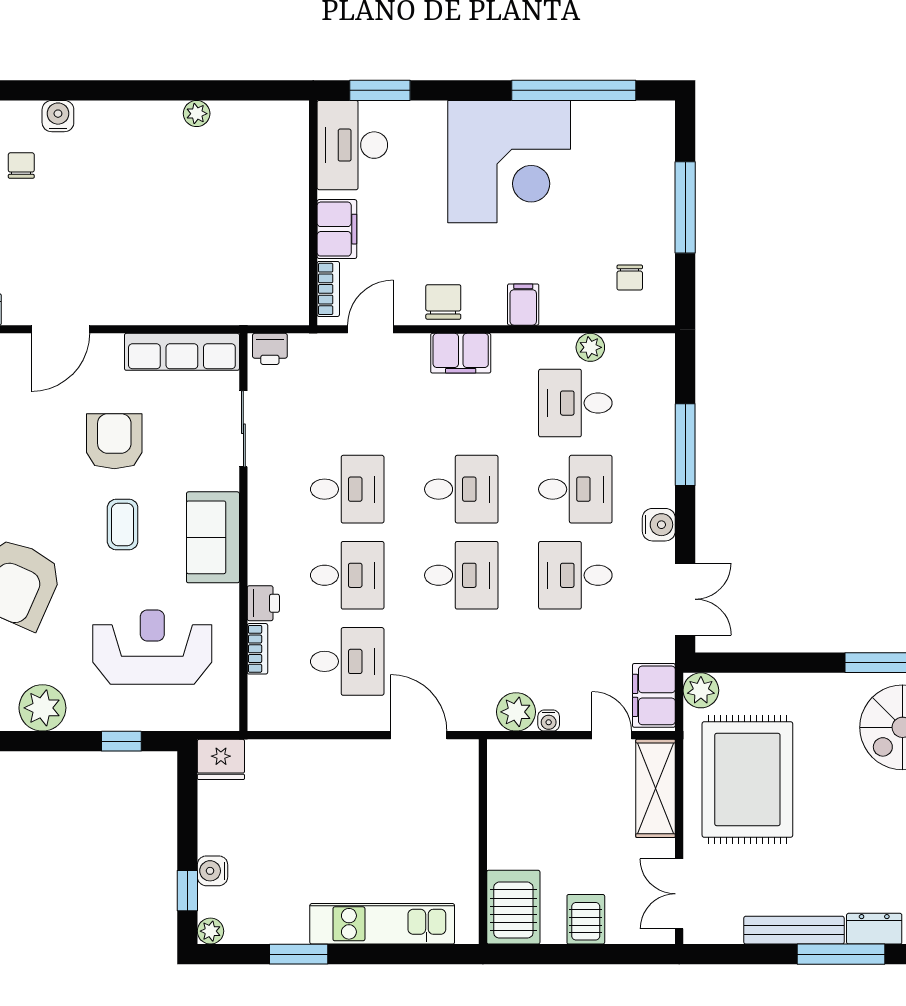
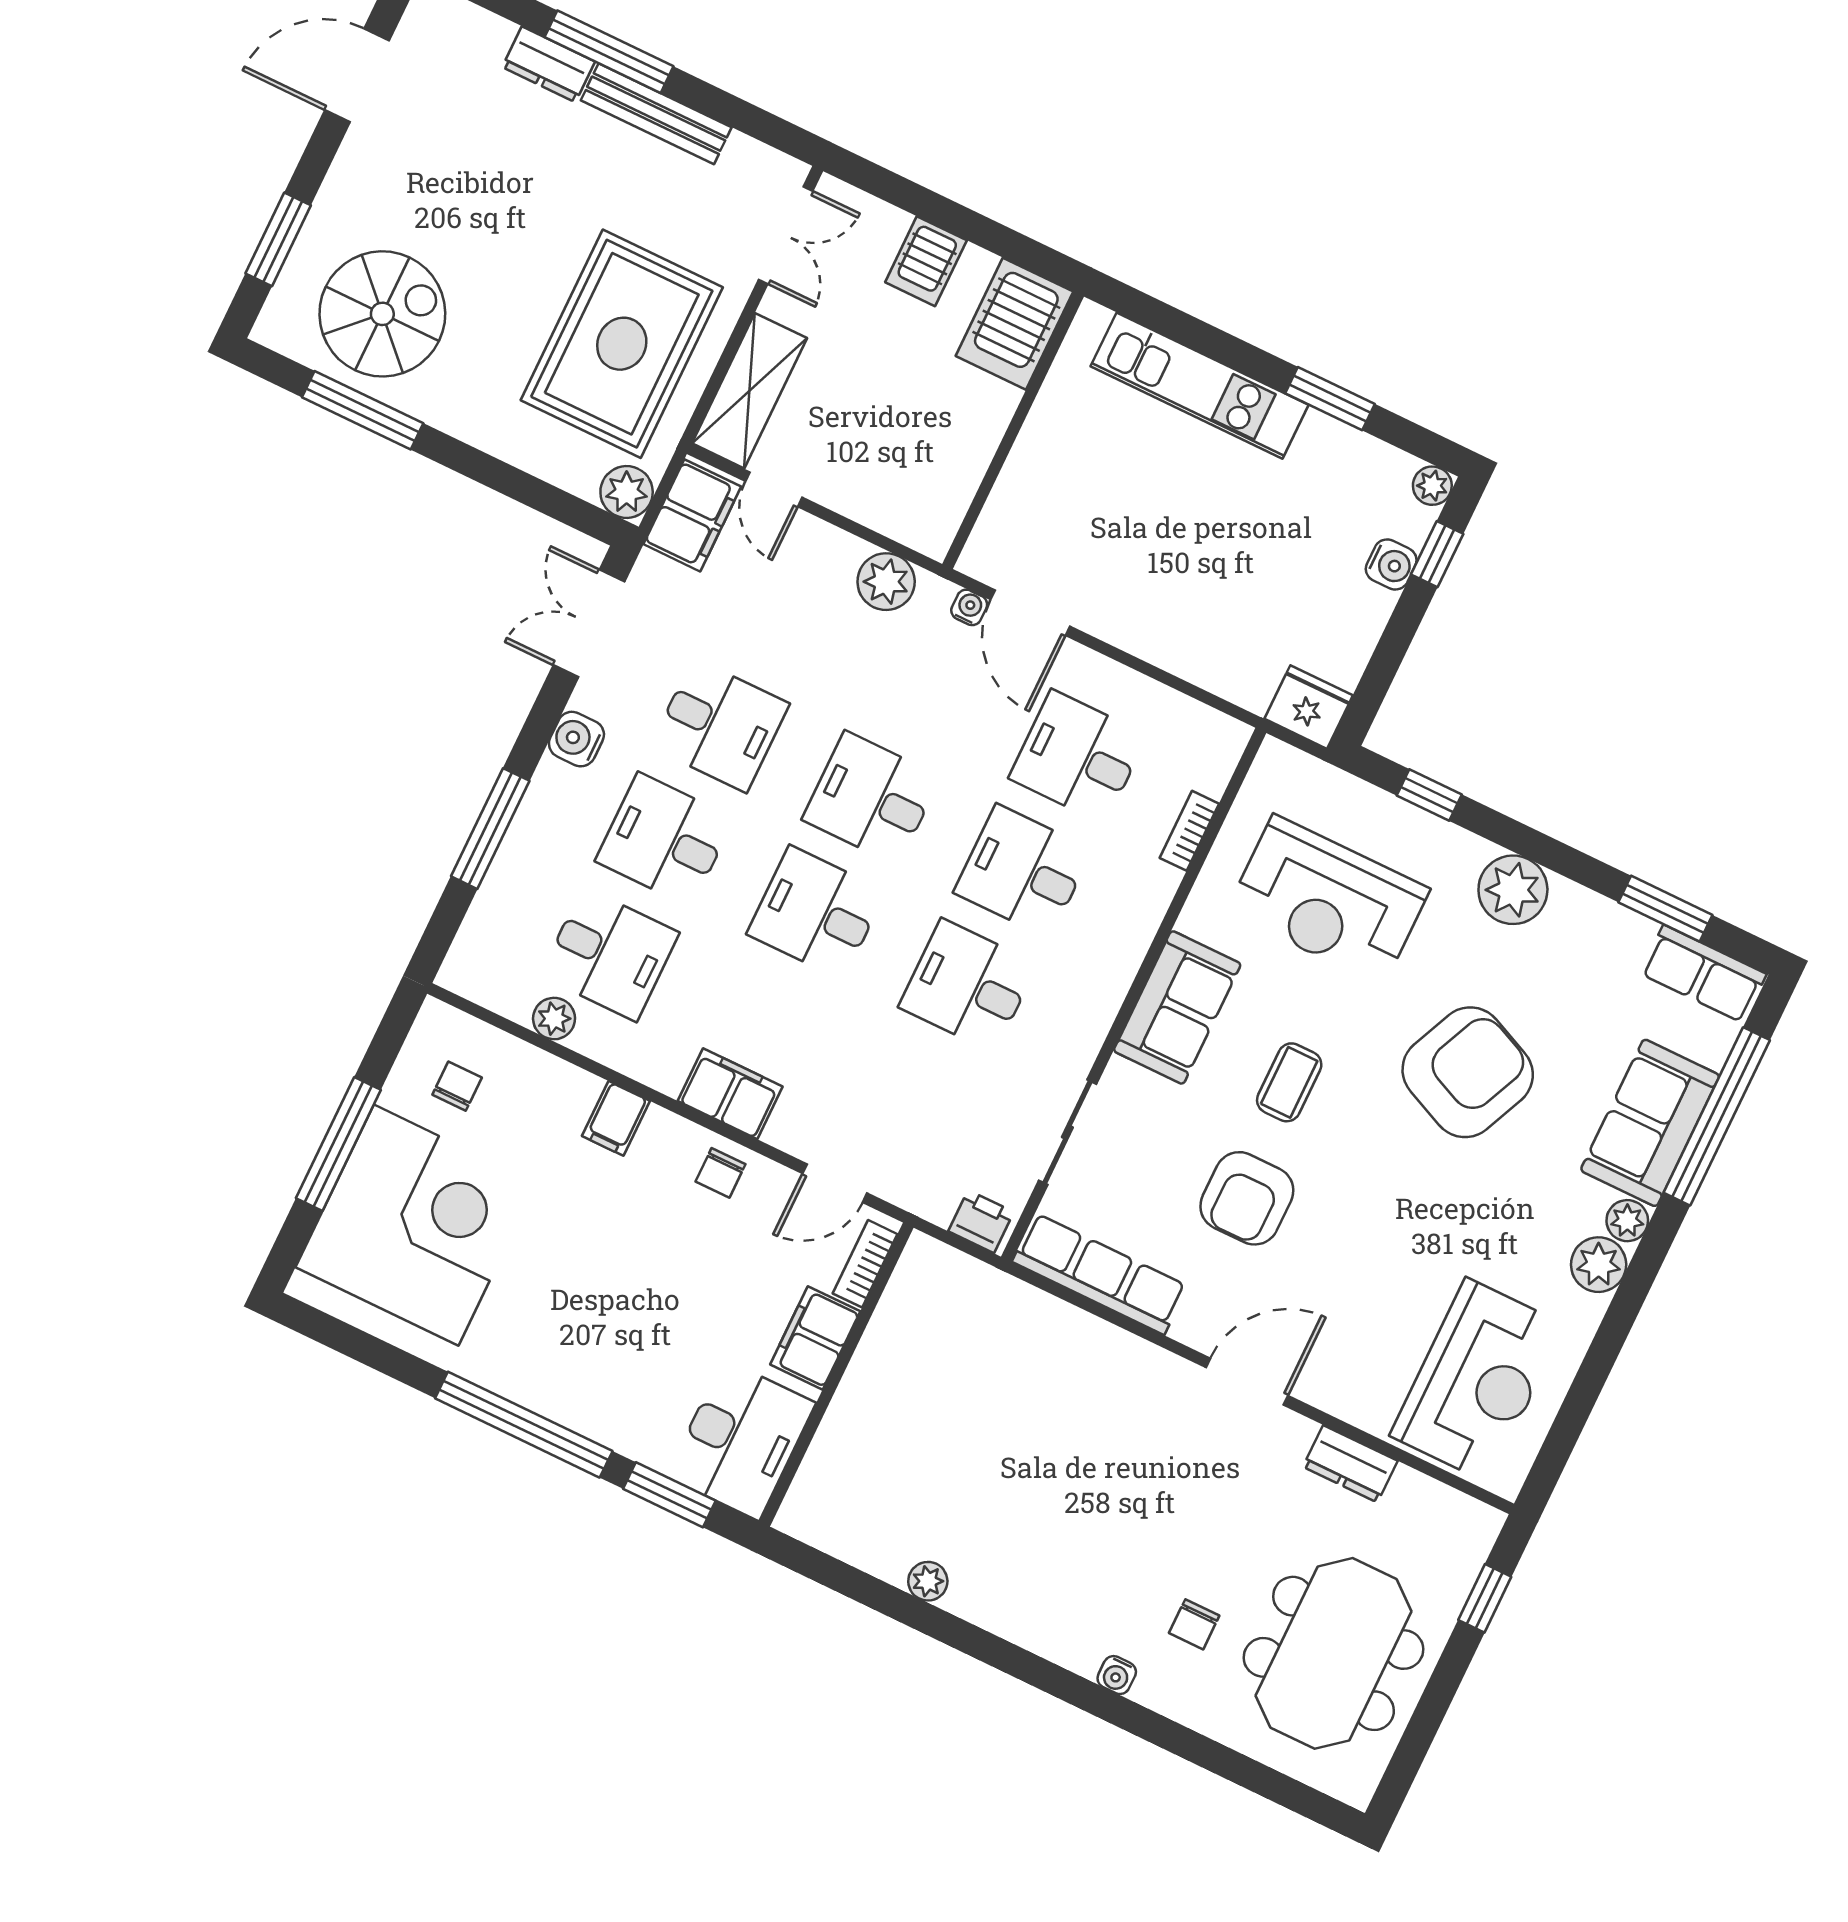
window: (574, 90) -> (524, 1425), moved
water cooler: (58, 116) -> (1117, 1675), width x0.72, depth x0.72
corner desk: (509, 162) -> (416, 1225), moved, turned 90
chair: (443, 302) -> (720, 1173), width x0.73, depth x0.73
printer: (263, 603) -> (1152, 888), removed
water cooler: (549, 721) -> (969, 607), moved

